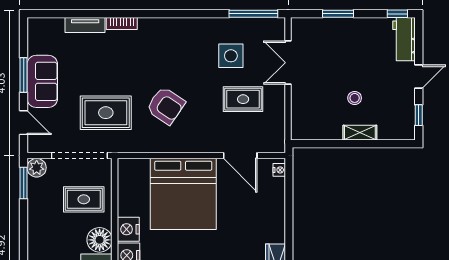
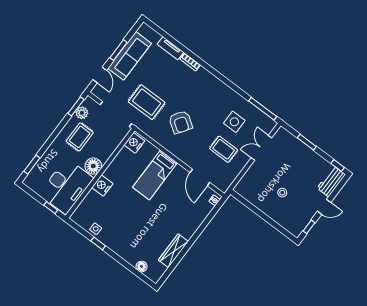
sofa: (42, 81) -> (130, 56), width x1.36
shelving: (360, 133) -> (271, 213), removed
plant: (37, 168) -> (82, 113), moved
bed: (183, 194) -> (155, 175), width x0.49
rug: (84, 199) -> (80, 137), moved, turned 90
nightstand: (128, 229) -> (134, 143), moved

